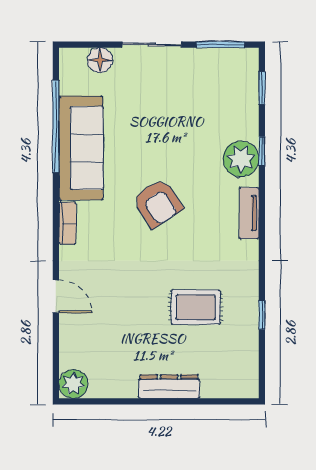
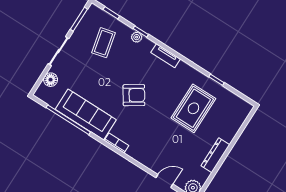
coffee table: (208, 105) -> (103, 43), added
plant: (241, 159) -> (137, 37), width x0.53, depth x0.53
door: (56, 296) -> (164, 181), moved
rug: (196, 307) -> (193, 108), width x1.36, depth x1.43
dresser: (169, 386) -> (215, 155), moved

